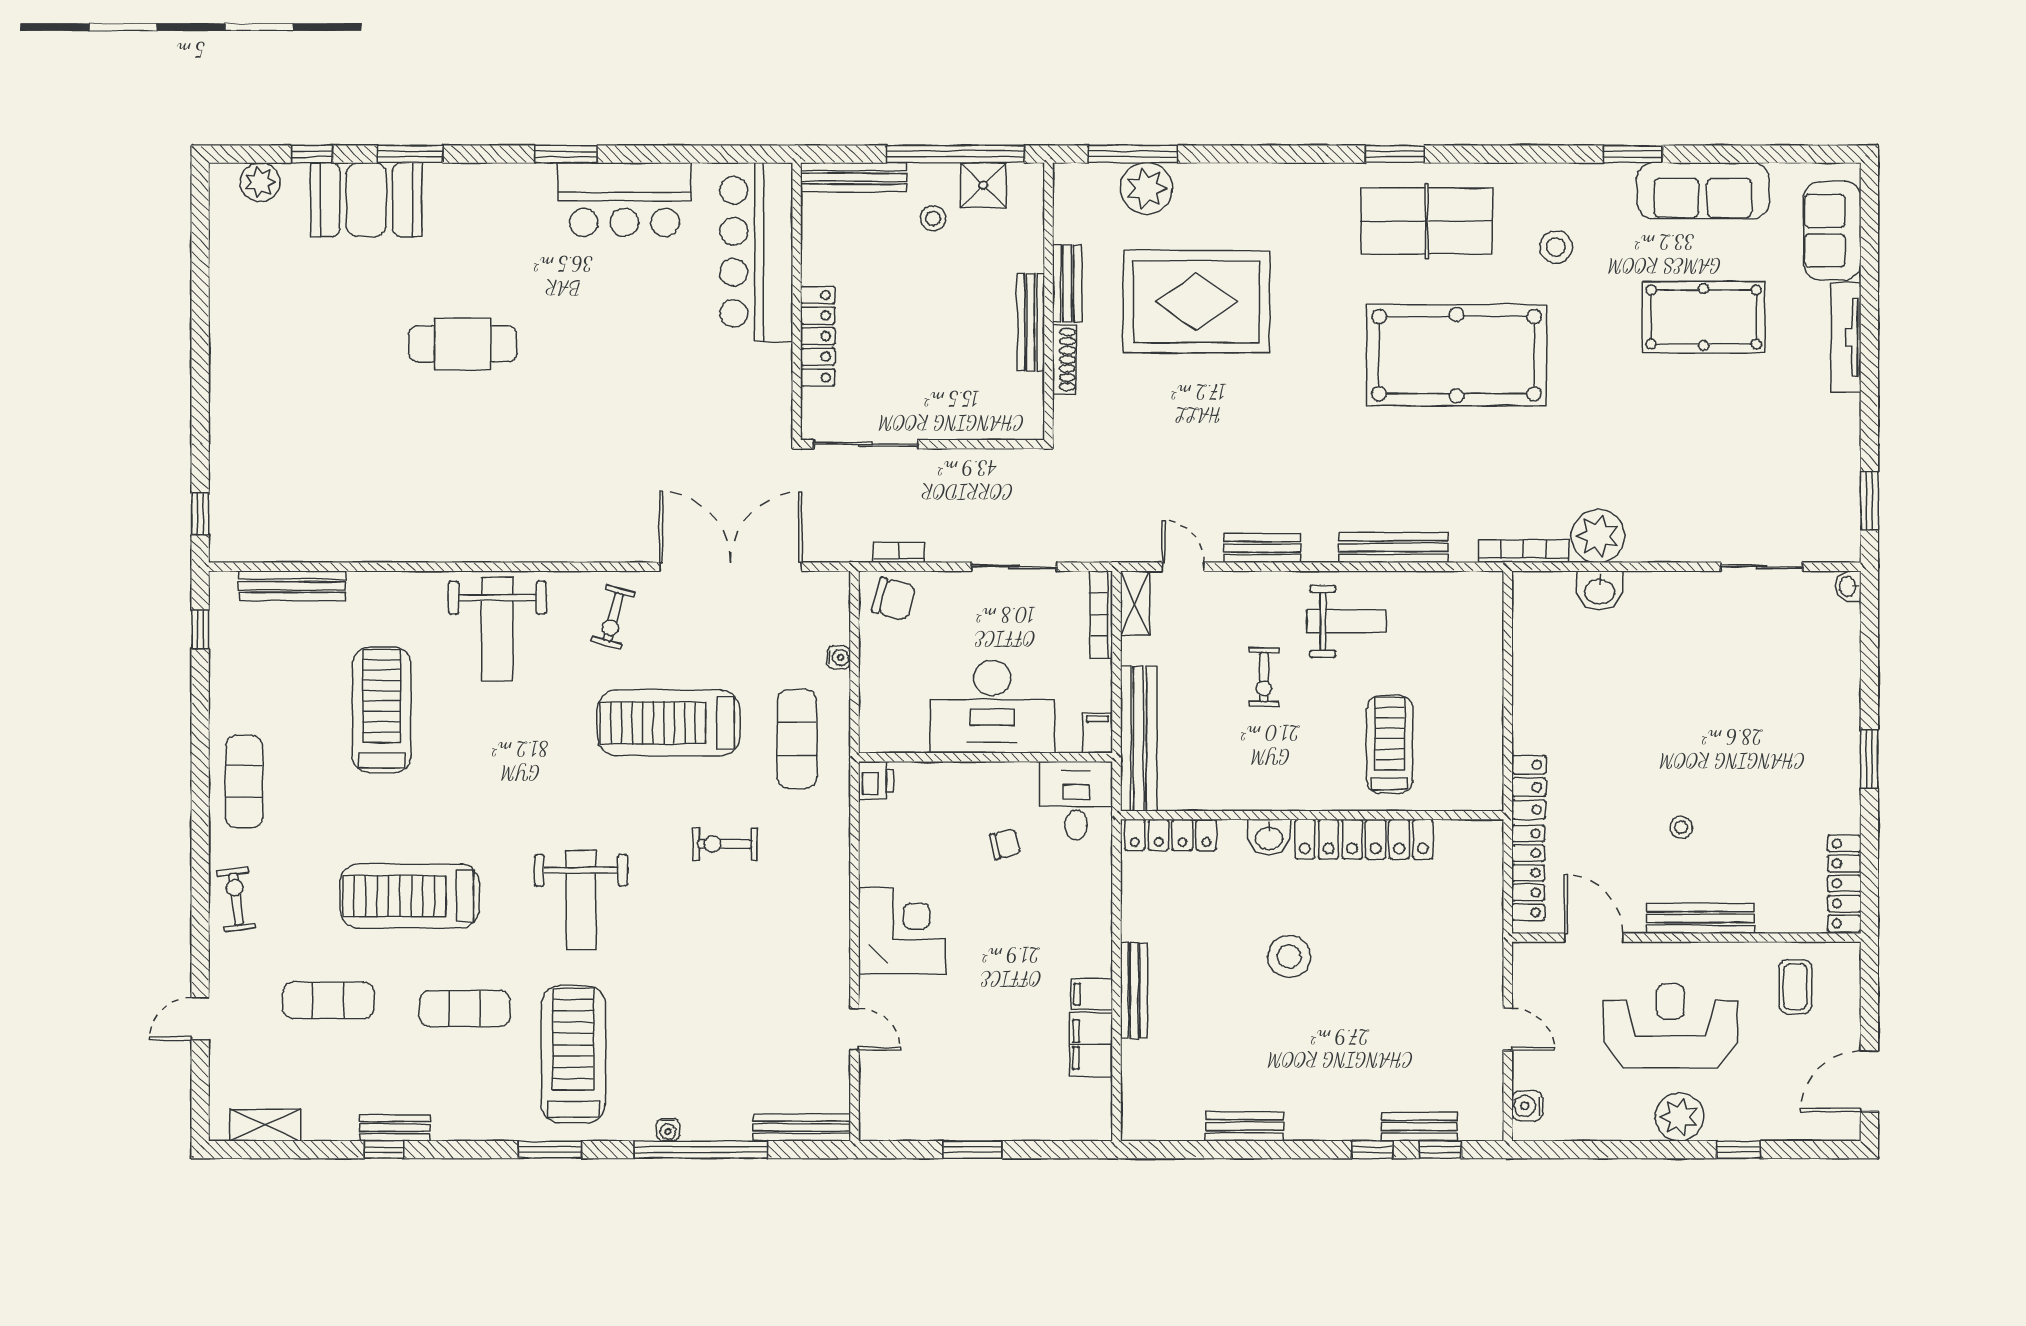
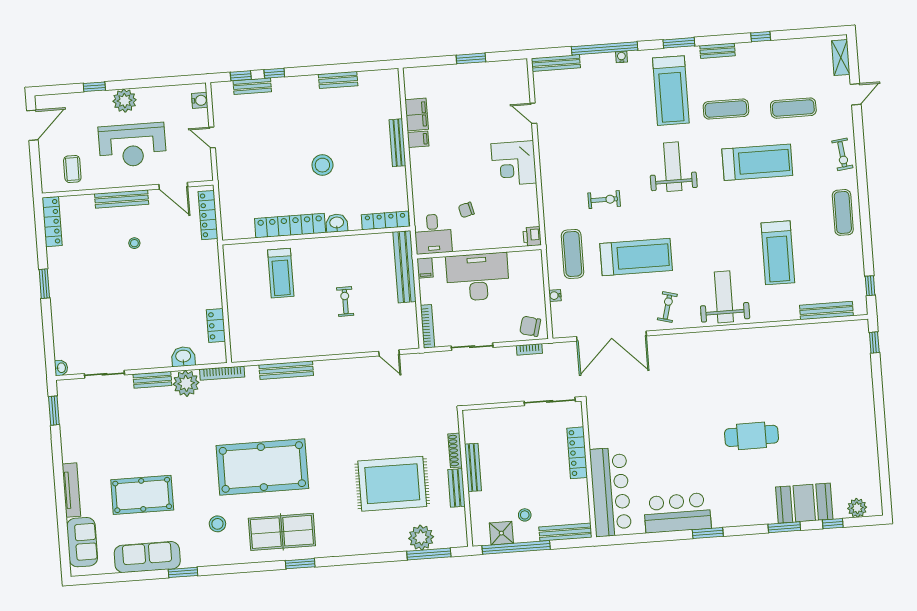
bench: (1262, 548) -> (152, 380), moved
shelving: (1135, 603) -> (411, 333), removed
weight bench: (1346, 621) -> (307, 332), removed
locker: (1529, 787) -> (216, 326), moved
shelving: (265, 1125) -> (841, 58), moved, turned 90
bench: (395, 1128) -> (717, 51), moved

